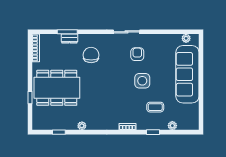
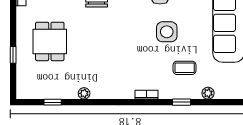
dining table: (57, 88) -> (50, 41), width x0.53, depth x0.80

